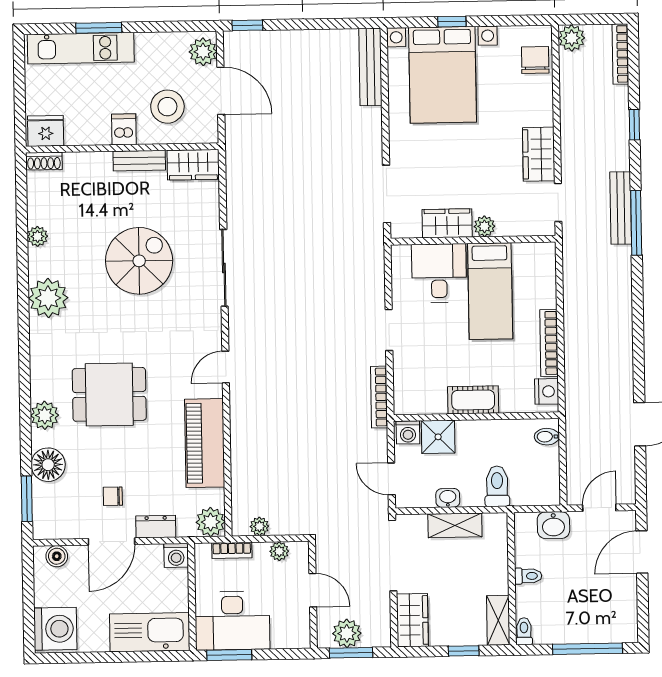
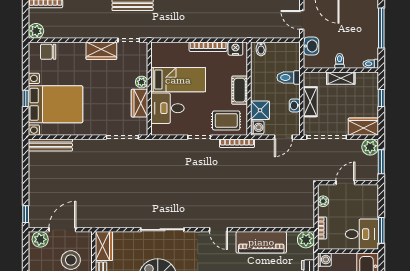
rug: (419, 377) -> (226, 120), added
plant: (259, 526) -> (309, 212), removed
shelving: (498, 620) -> (341, 78), moved
desk: (232, 621) -> (362, 234), width x0.73
plant: (347, 633) -> (370, 147), moved

